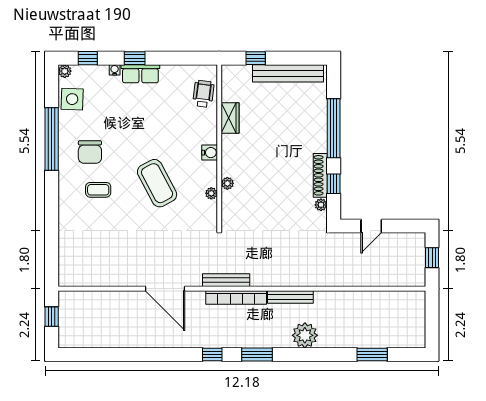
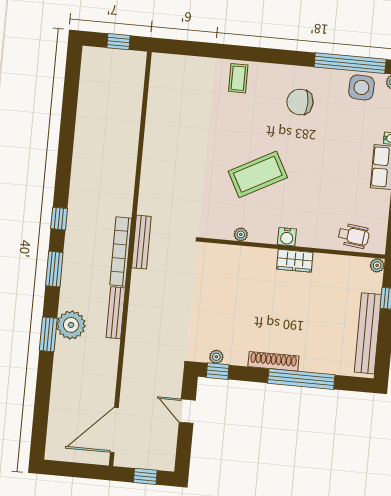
wardrobe: (230, 118) -> (295, 261), moved
window: (52, 139) -> (350, 63), moved
shoe rack: (320, 175) -> (273, 361), moved
plant: (227, 183) -> (377, 265), moved
window: (334, 184) -> (218, 371), moved
coffee table: (98, 190) -> (238, 78), moved
door: (165, 289) -> (114, 430), moved
window: (372, 355) -> (48, 334), moved

